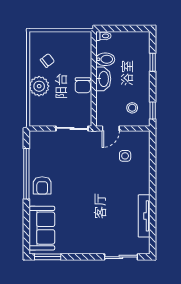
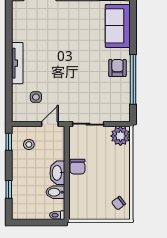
chair: (47, 60) -> (118, 203), moved
chair: (83, 85) -> (77, 167), turned 180
plant: (39, 86) -> (120, 136), moved
tv unit: (144, 216) -> (17, 63), moved

